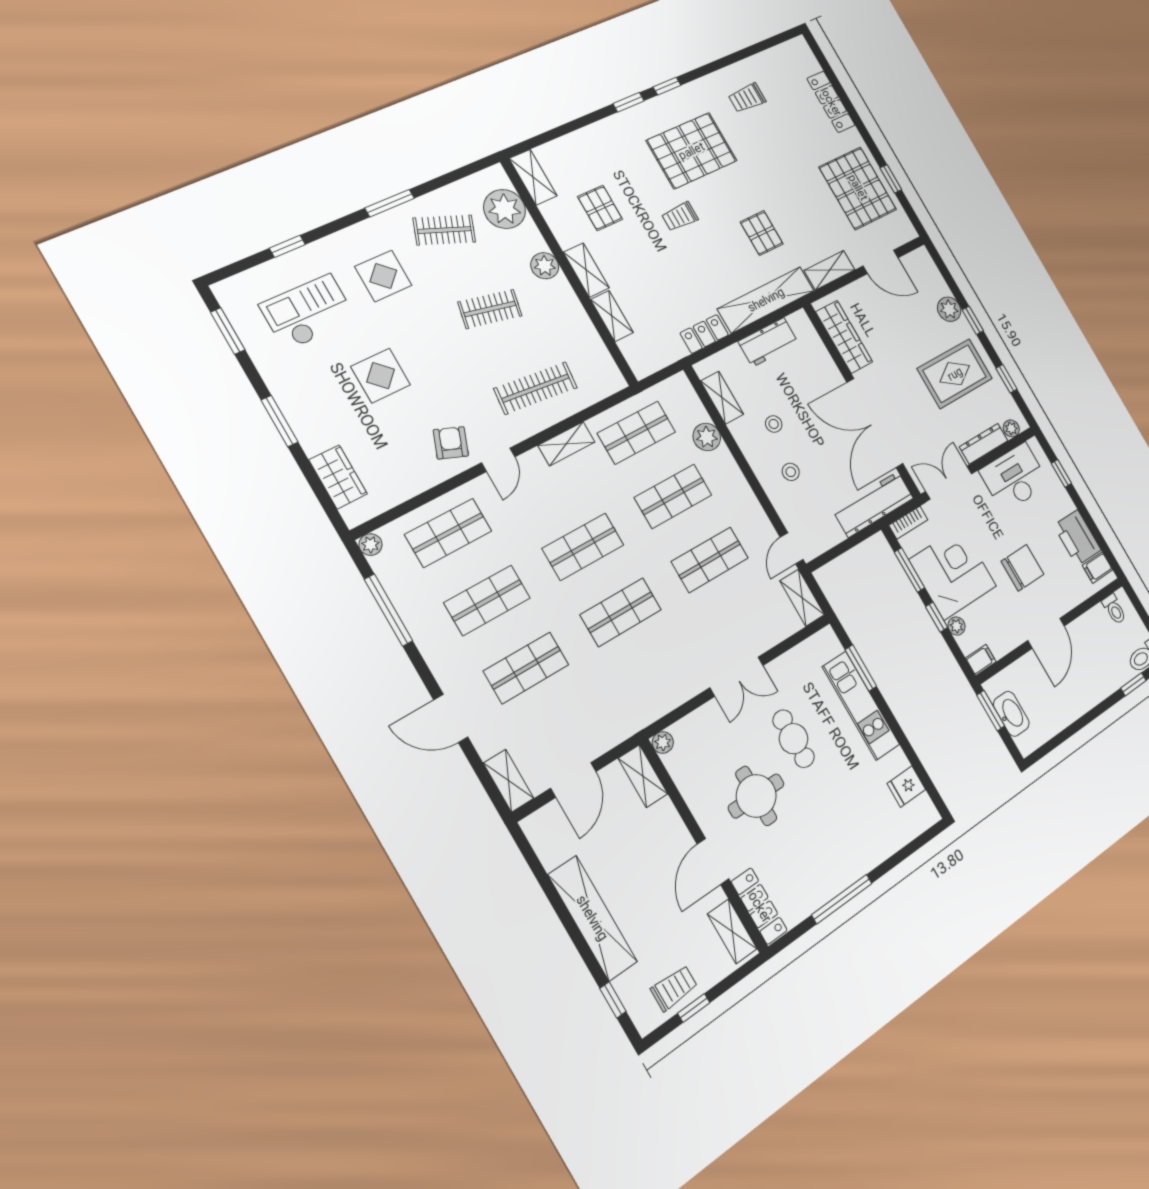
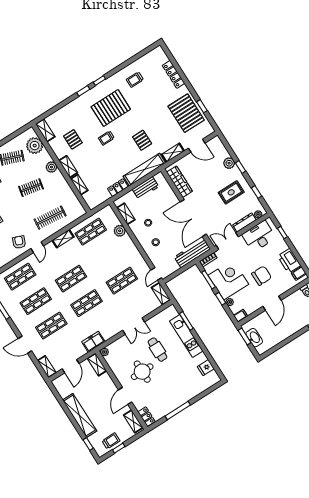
rug: (955, 374) -> (231, 192), width x0.73, depth x0.70
shop shelf: (673, 496) -> (106, 256), removed
freezer: (635, 715) -> (93, 342), added
locker: (759, 906) -> (147, 417), width x0.66

